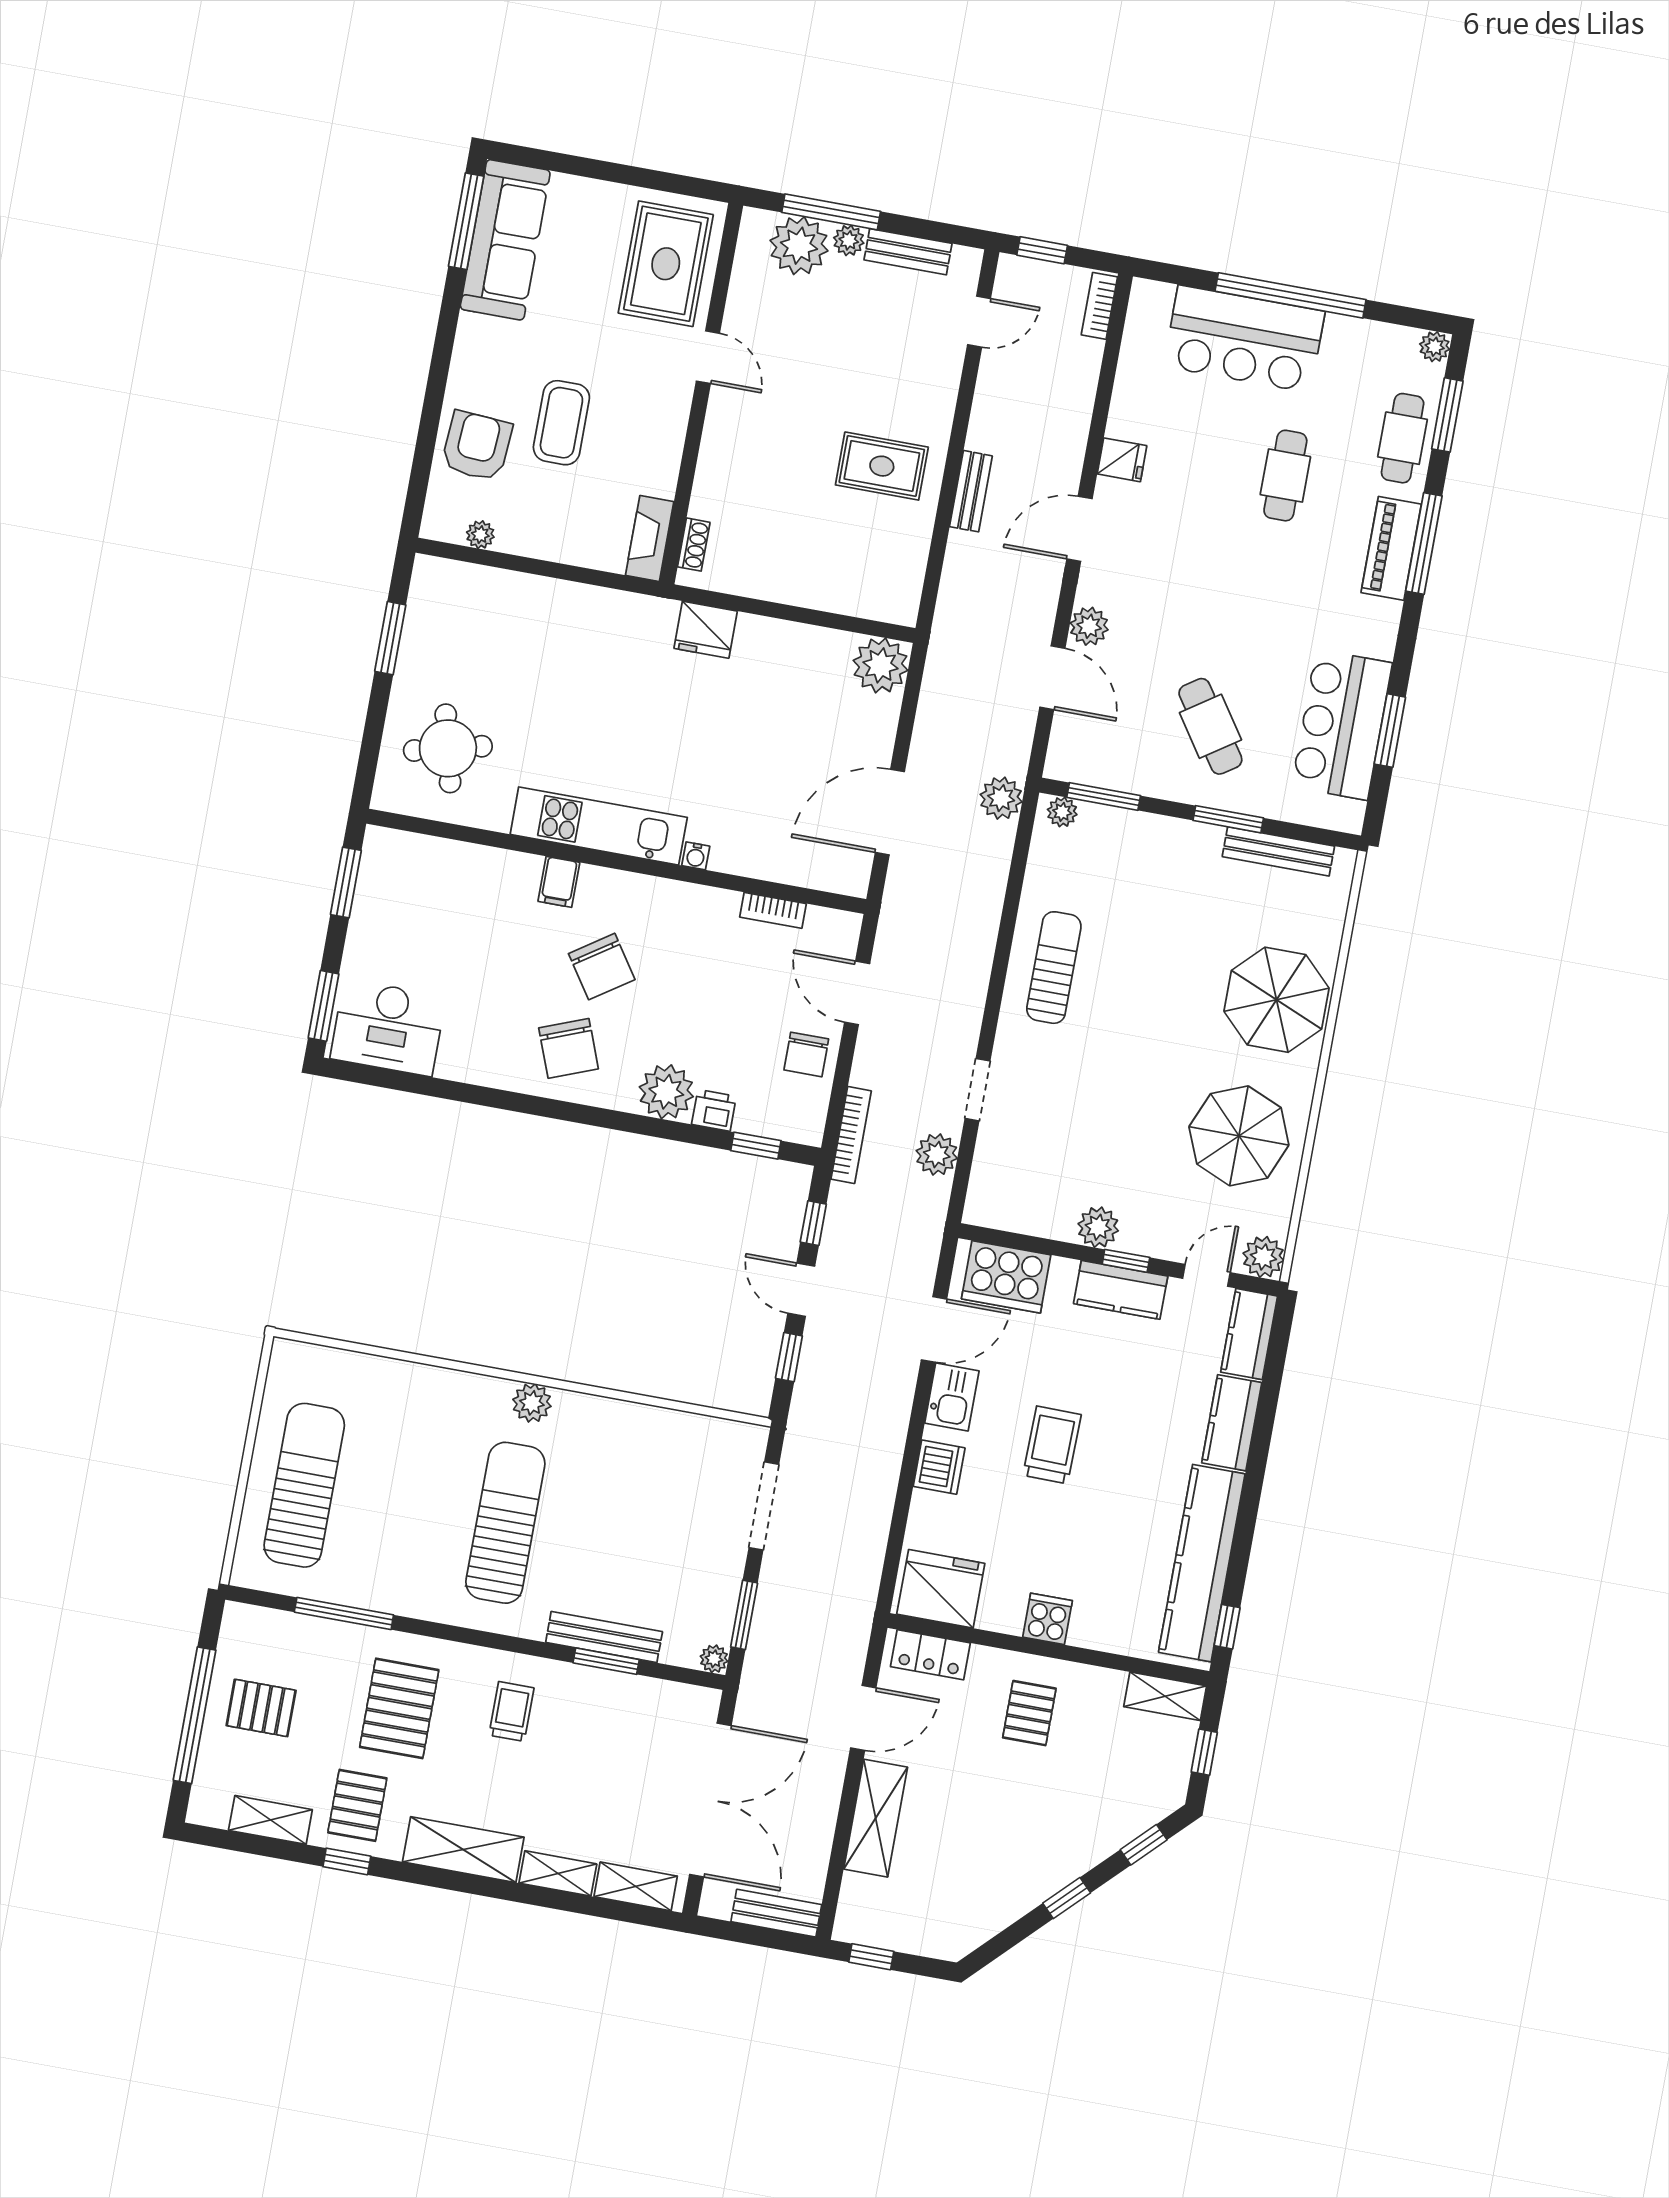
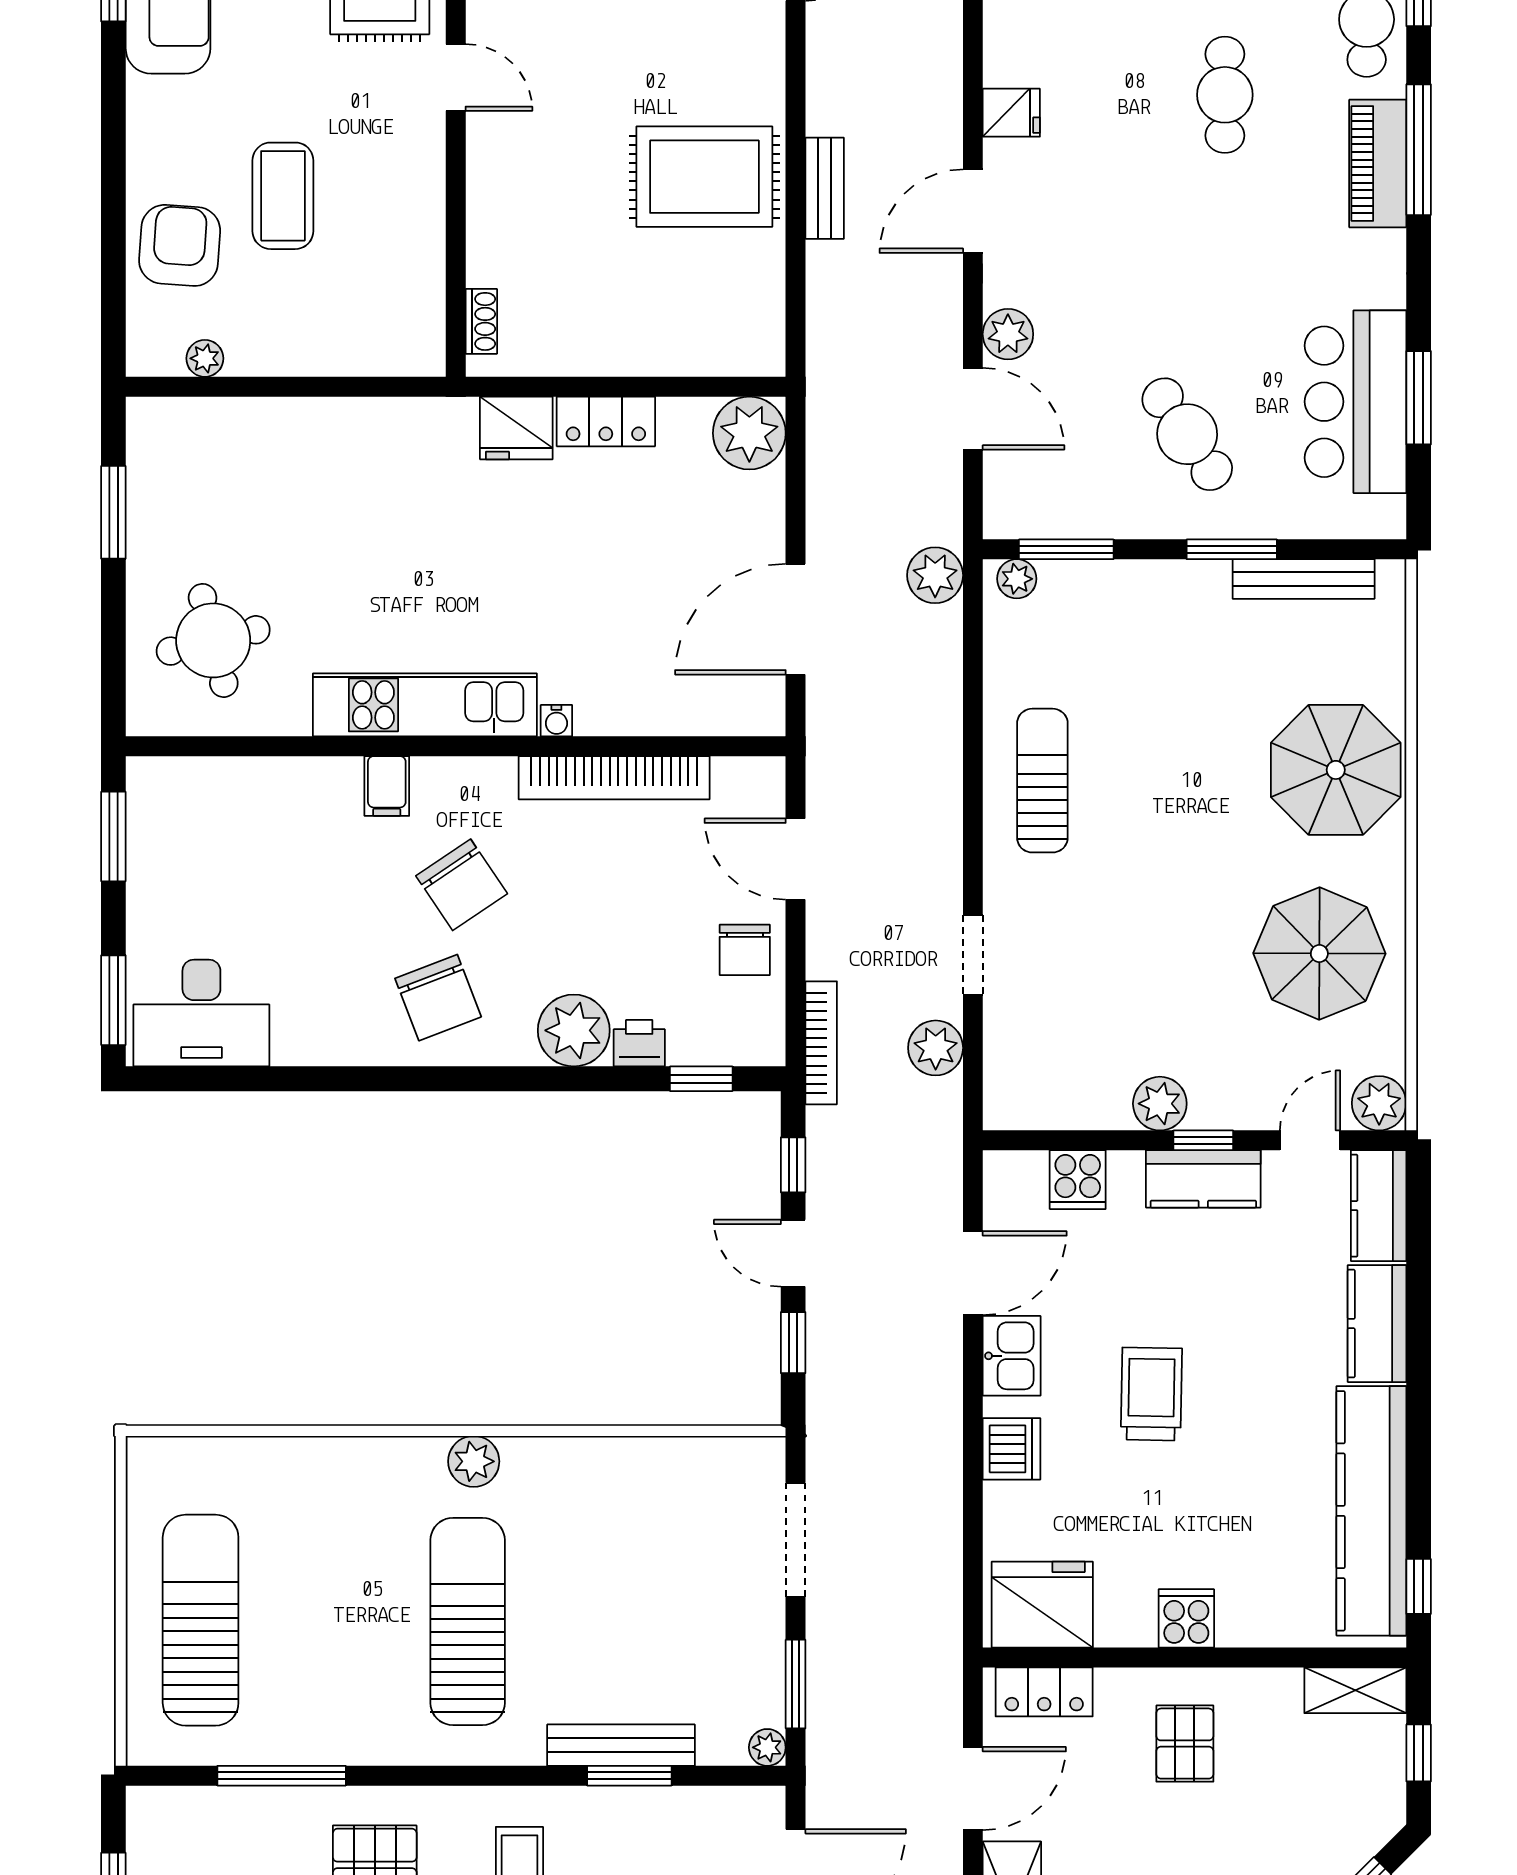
rug: (882, 466) -> (704, 177), width x1.36, depth x1.43
fireplace: (650, 538) -> (423, 324), removed
locker: (774, 637) -> (606, 421), added
bookcase: (773, 910) -> (614, 778), width x2.31, depth x1.31
cooker: (1006, 1277) -> (1078, 1180), width x0.53, depth x0.76

